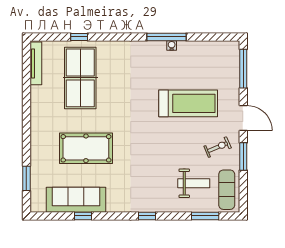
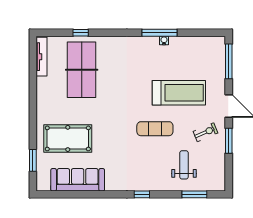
pool table: (86, 148) -> (68, 138), moved
weight bench: (194, 183) -> (184, 165), turned -90
exercise mat: (227, 190) -> (155, 129), moved, turned 90
window: (83, 216) -> (84, 194), removed

